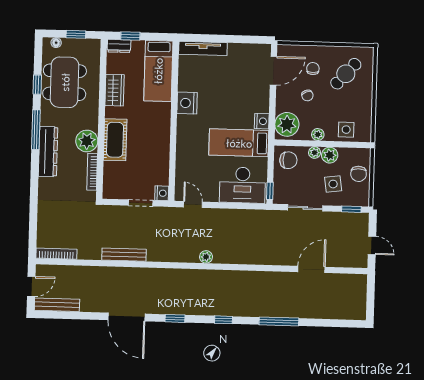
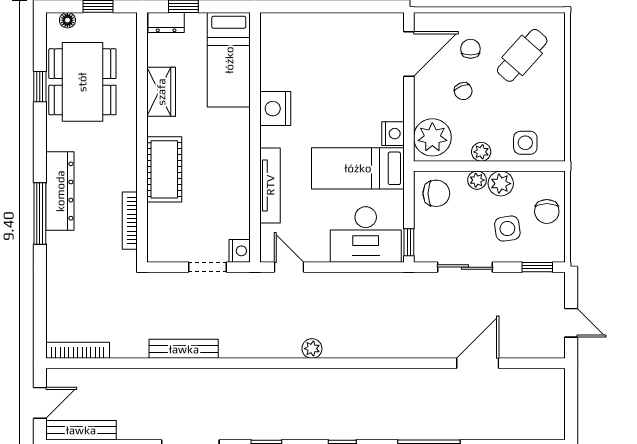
tv unit: (203, 48) -> (270, 185), moved, turned -90
window: (36, 130) -> (40, 214), moved
plant: (87, 141) -> (120, 173), removed

